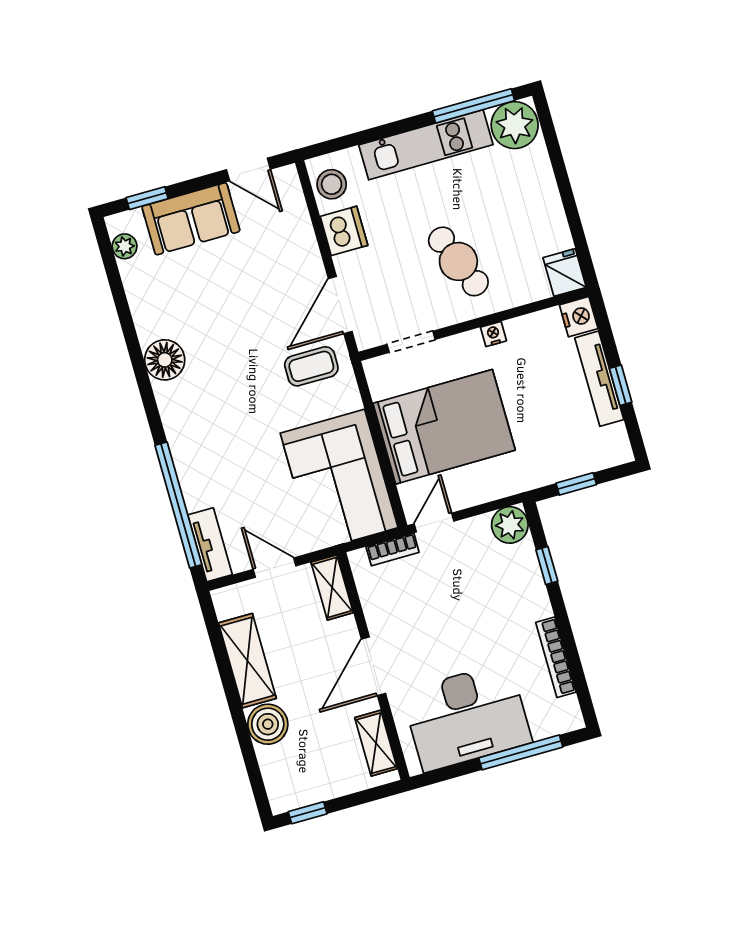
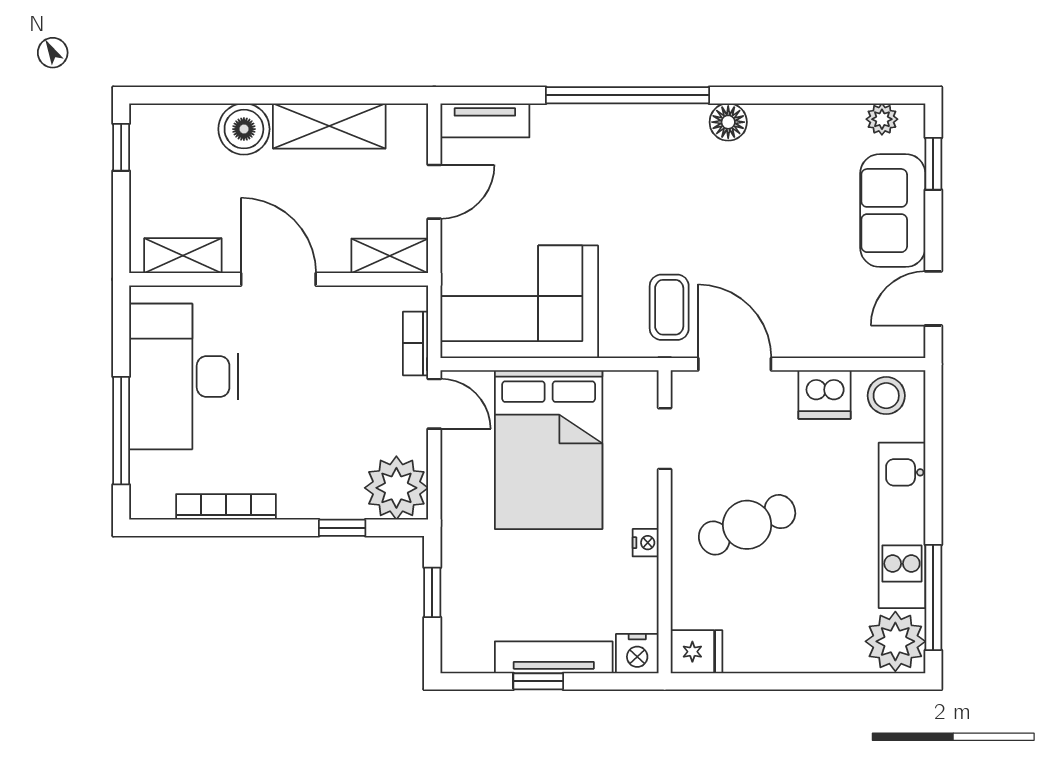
floor lamp: (165, 360) -> (728, 122), width x0.73, depth x0.73
window: (178, 505) -> (627, 95), moved
plant: (510, 525) -> (396, 488), width x1.36, depth x1.36

